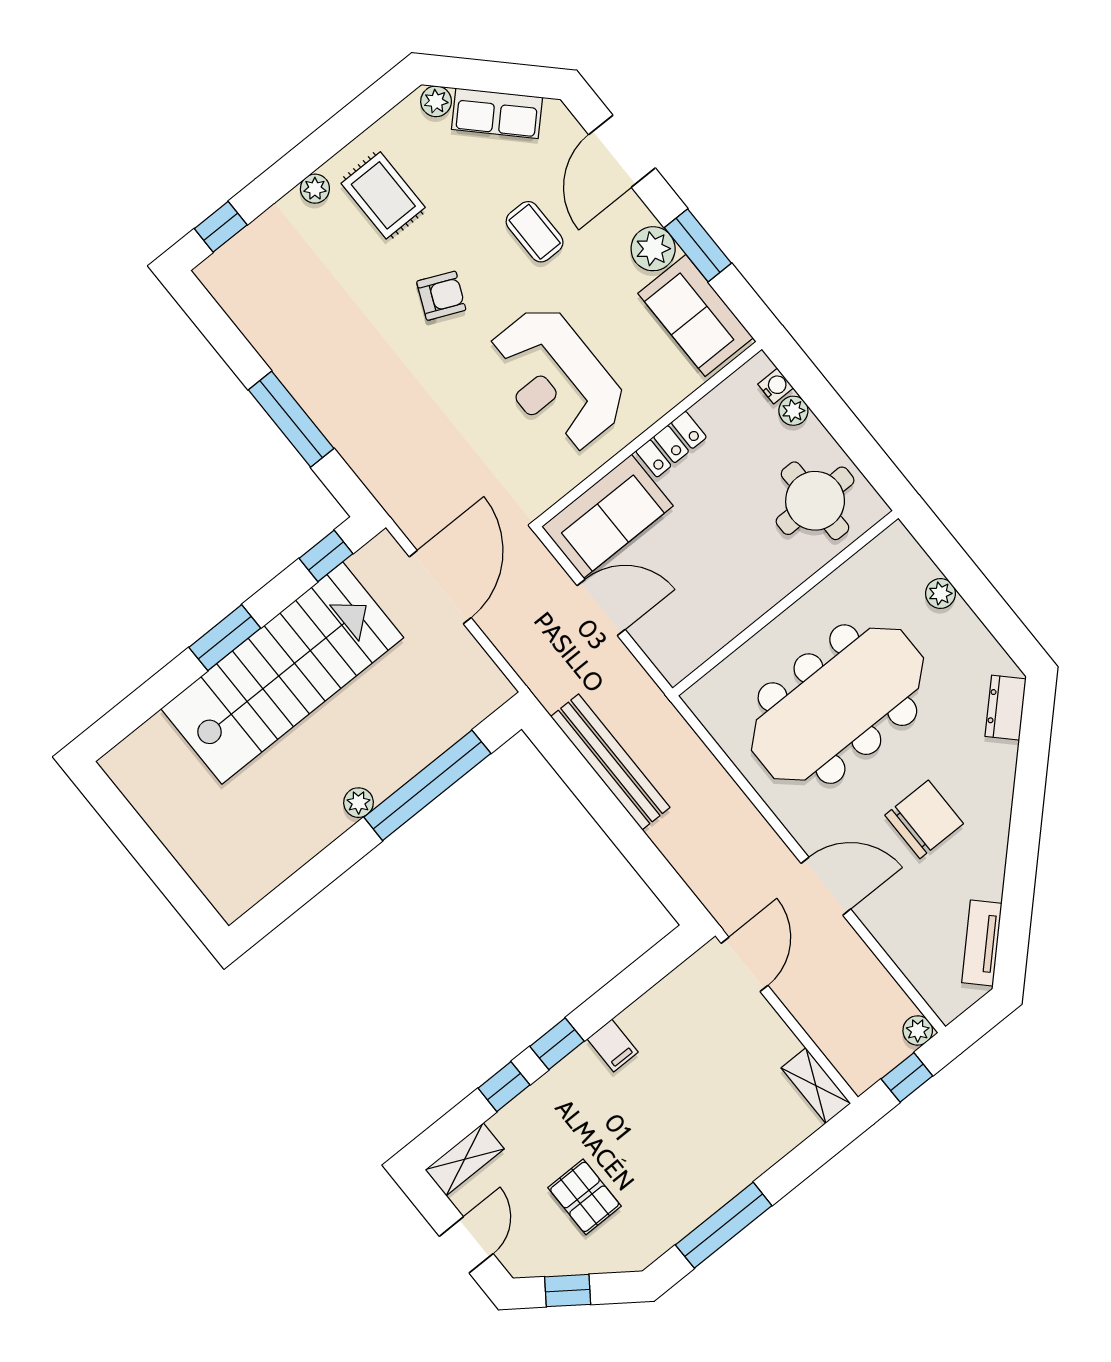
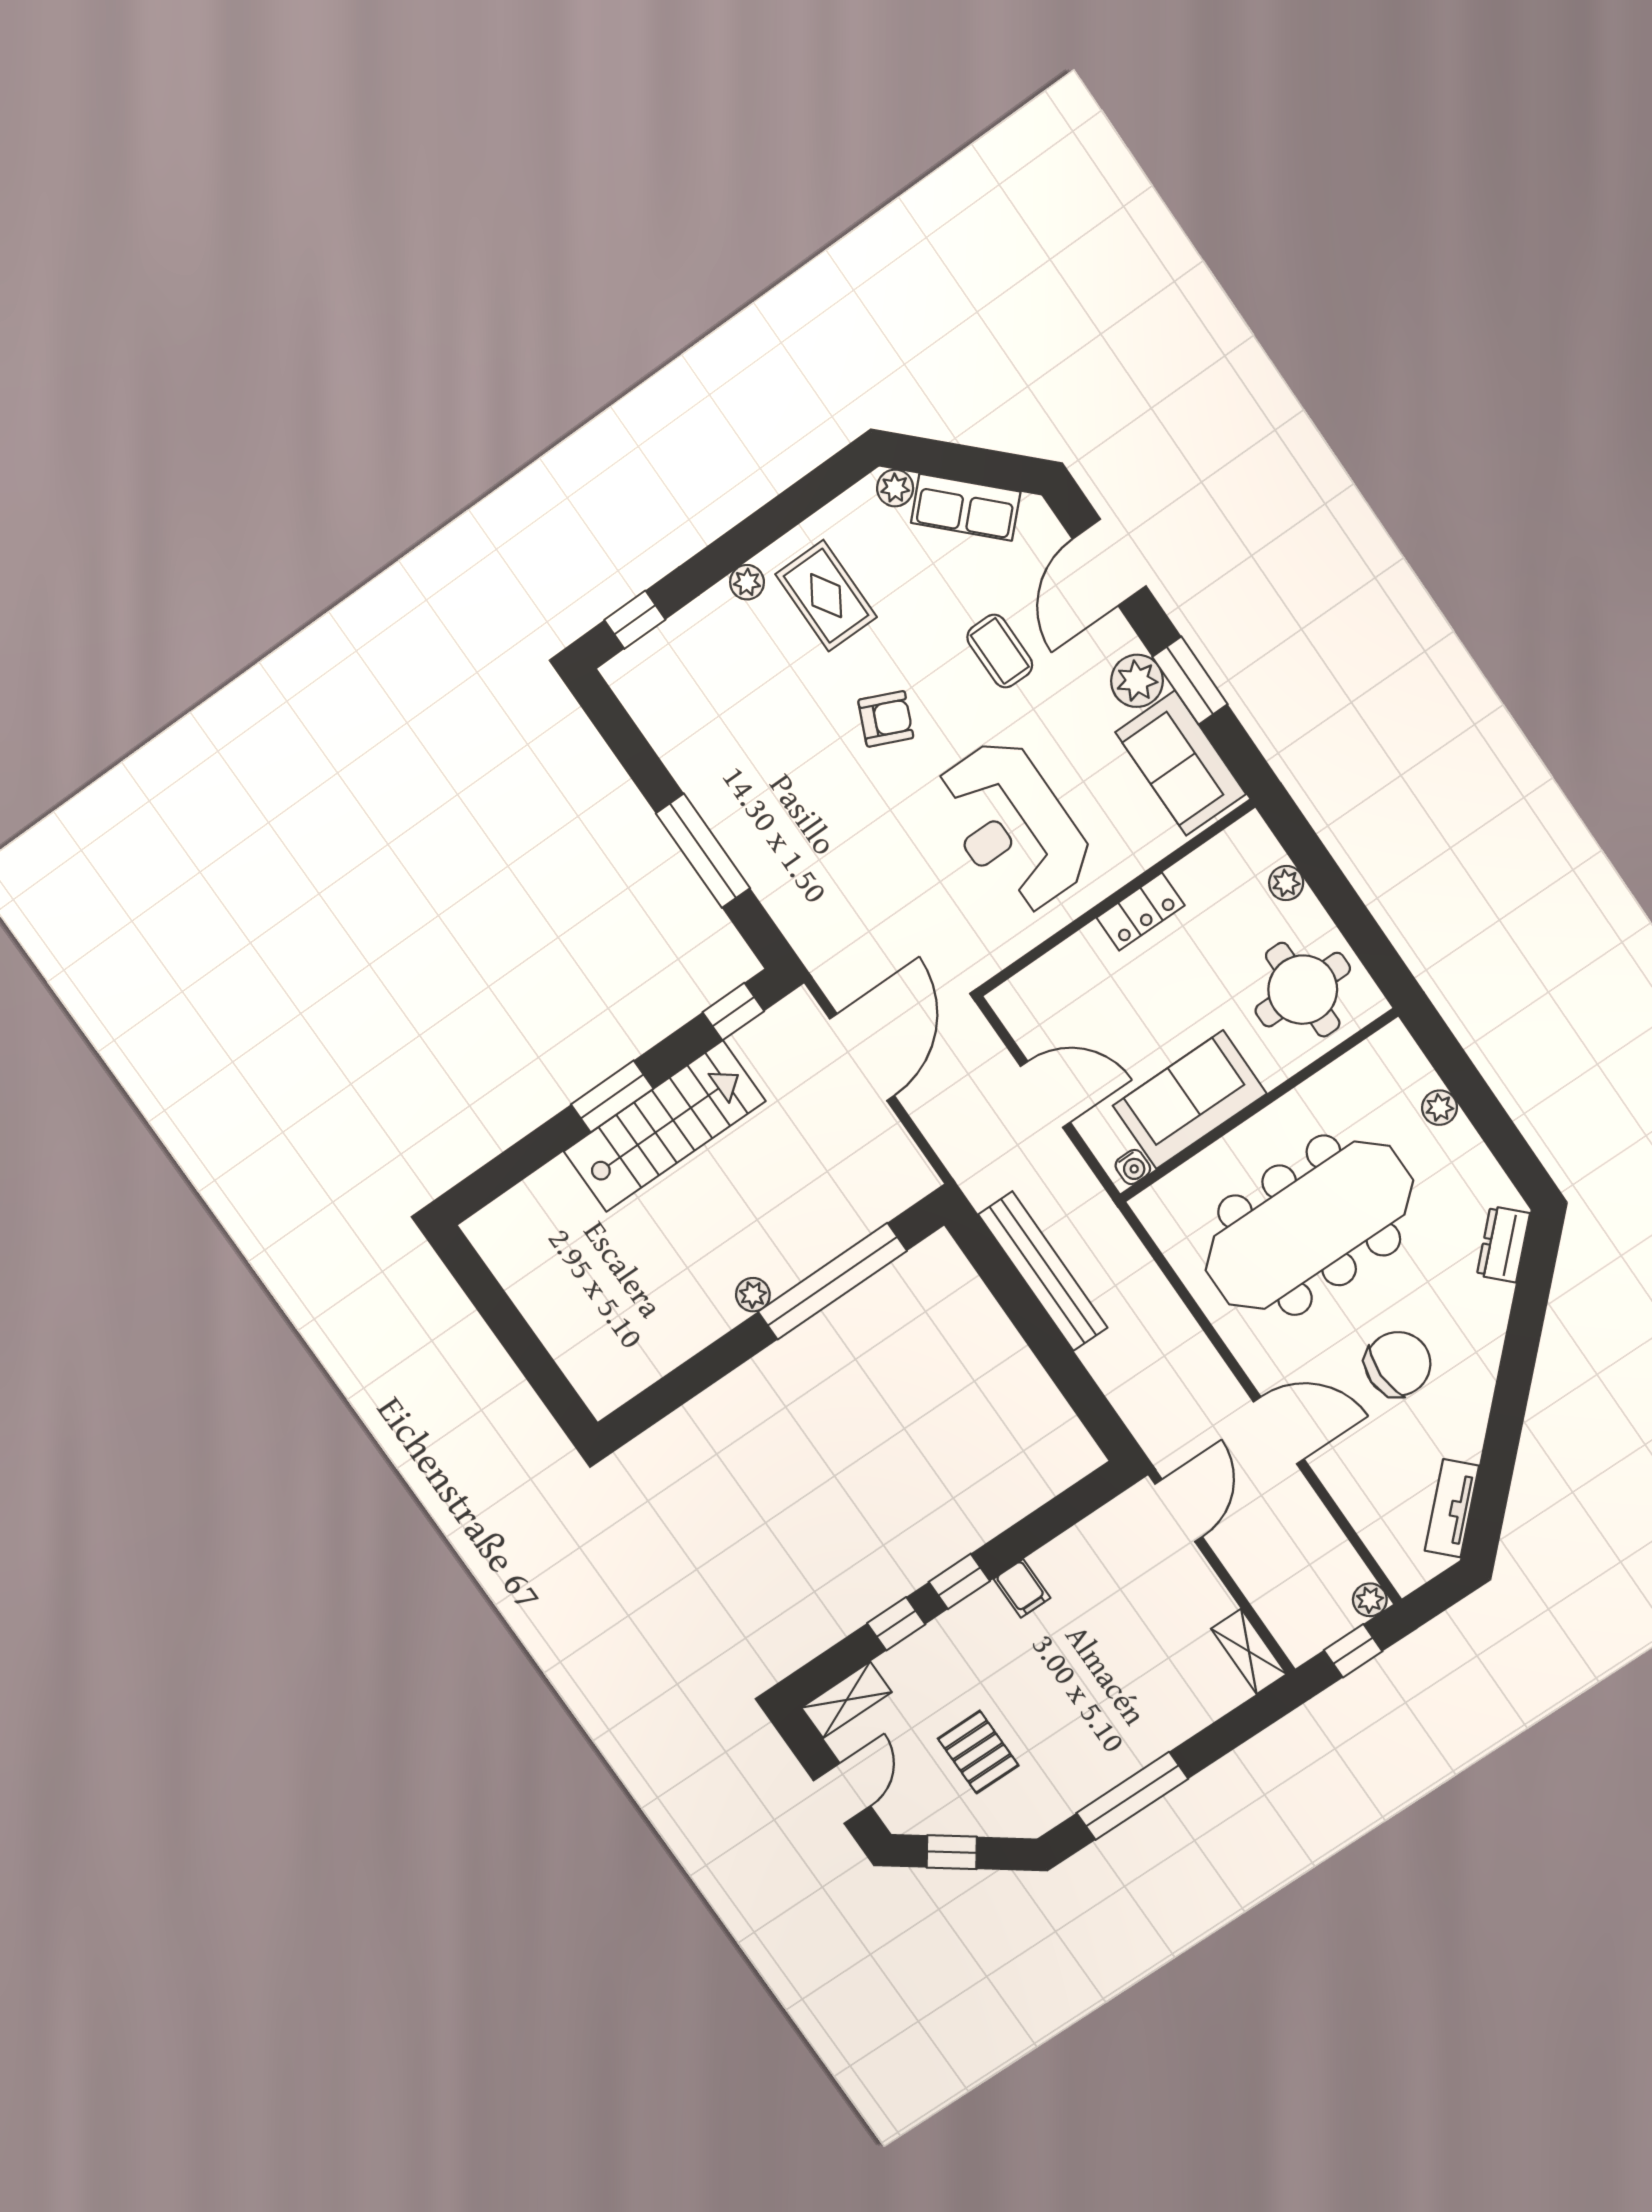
water cooler: (776, 386) -> (1133, 1167), moved, turned 90
sofa: (607, 516) -> (1190, 1100), moved, turned 180
stairs: (282, 673) -> (664, 1126), width x0.73, depth x0.66

